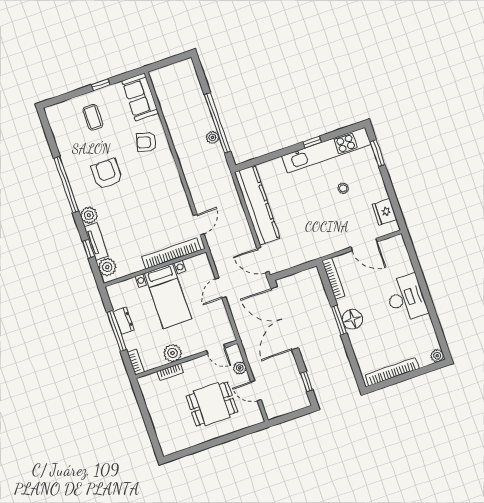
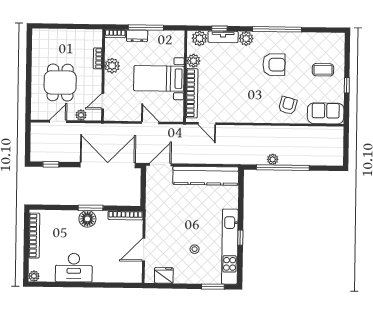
plant: (135, 265) -> (193, 61), added
desk: (406, 298) -> (74, 268), moved
dresser: (124, 321) -> (137, 36), moved

